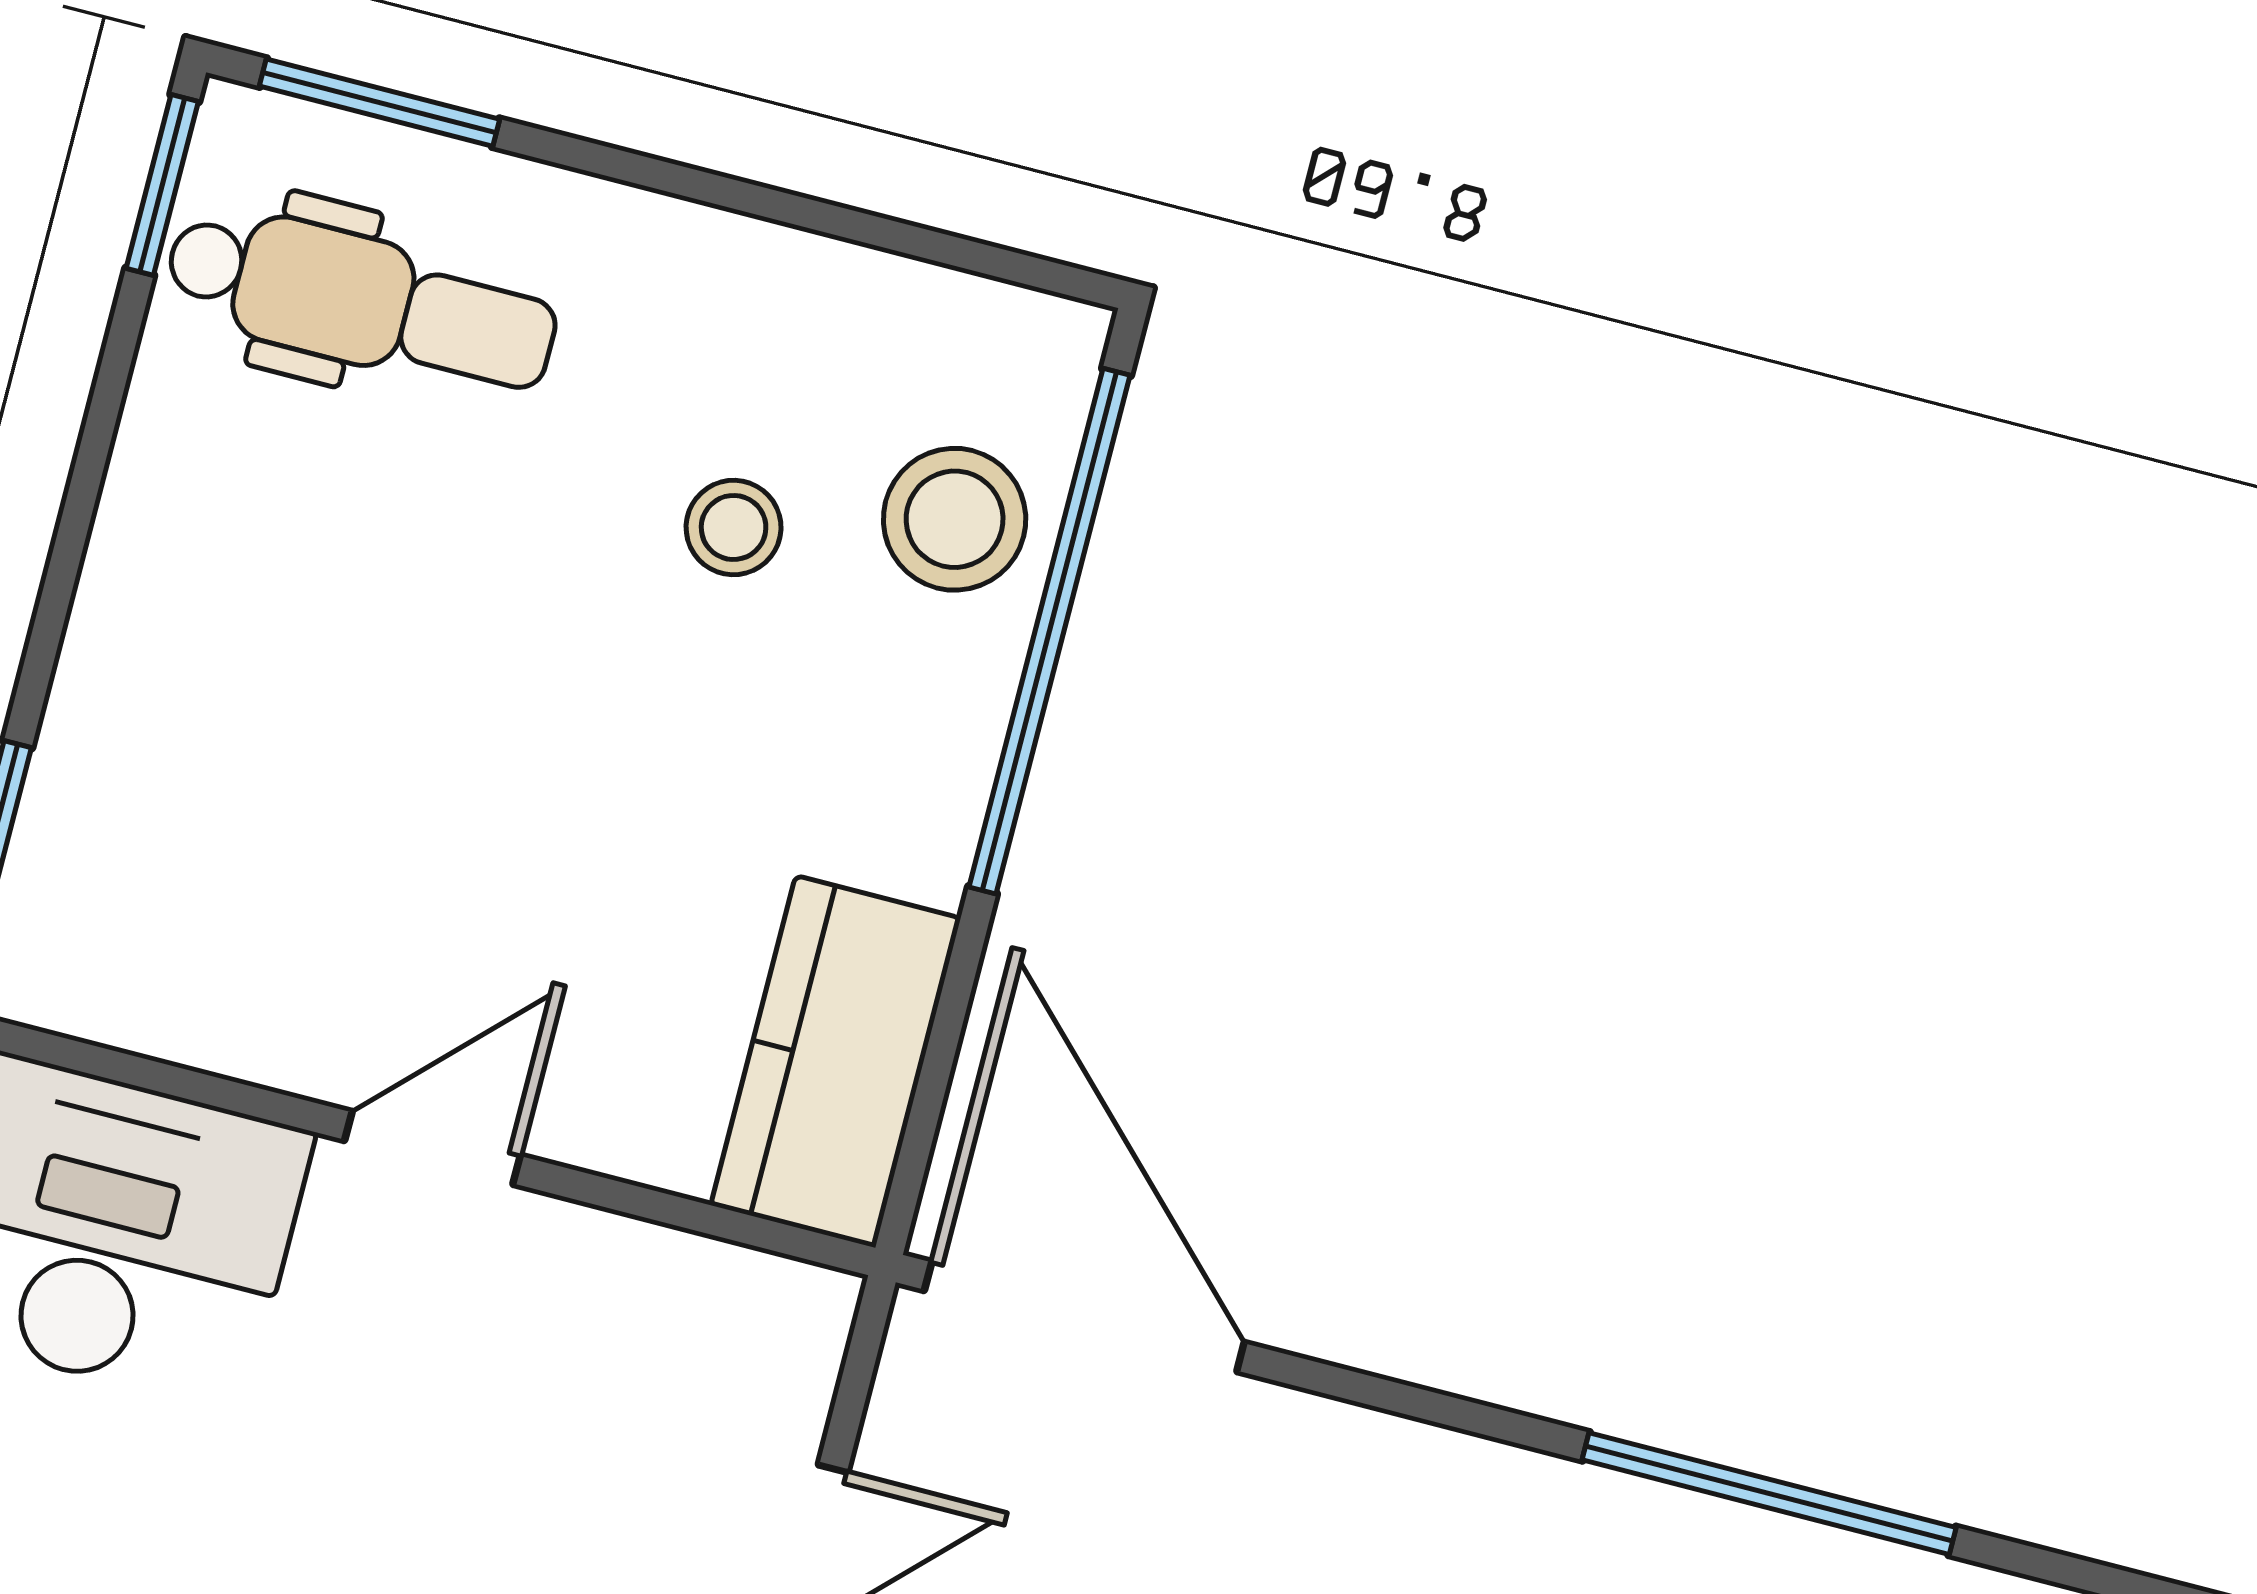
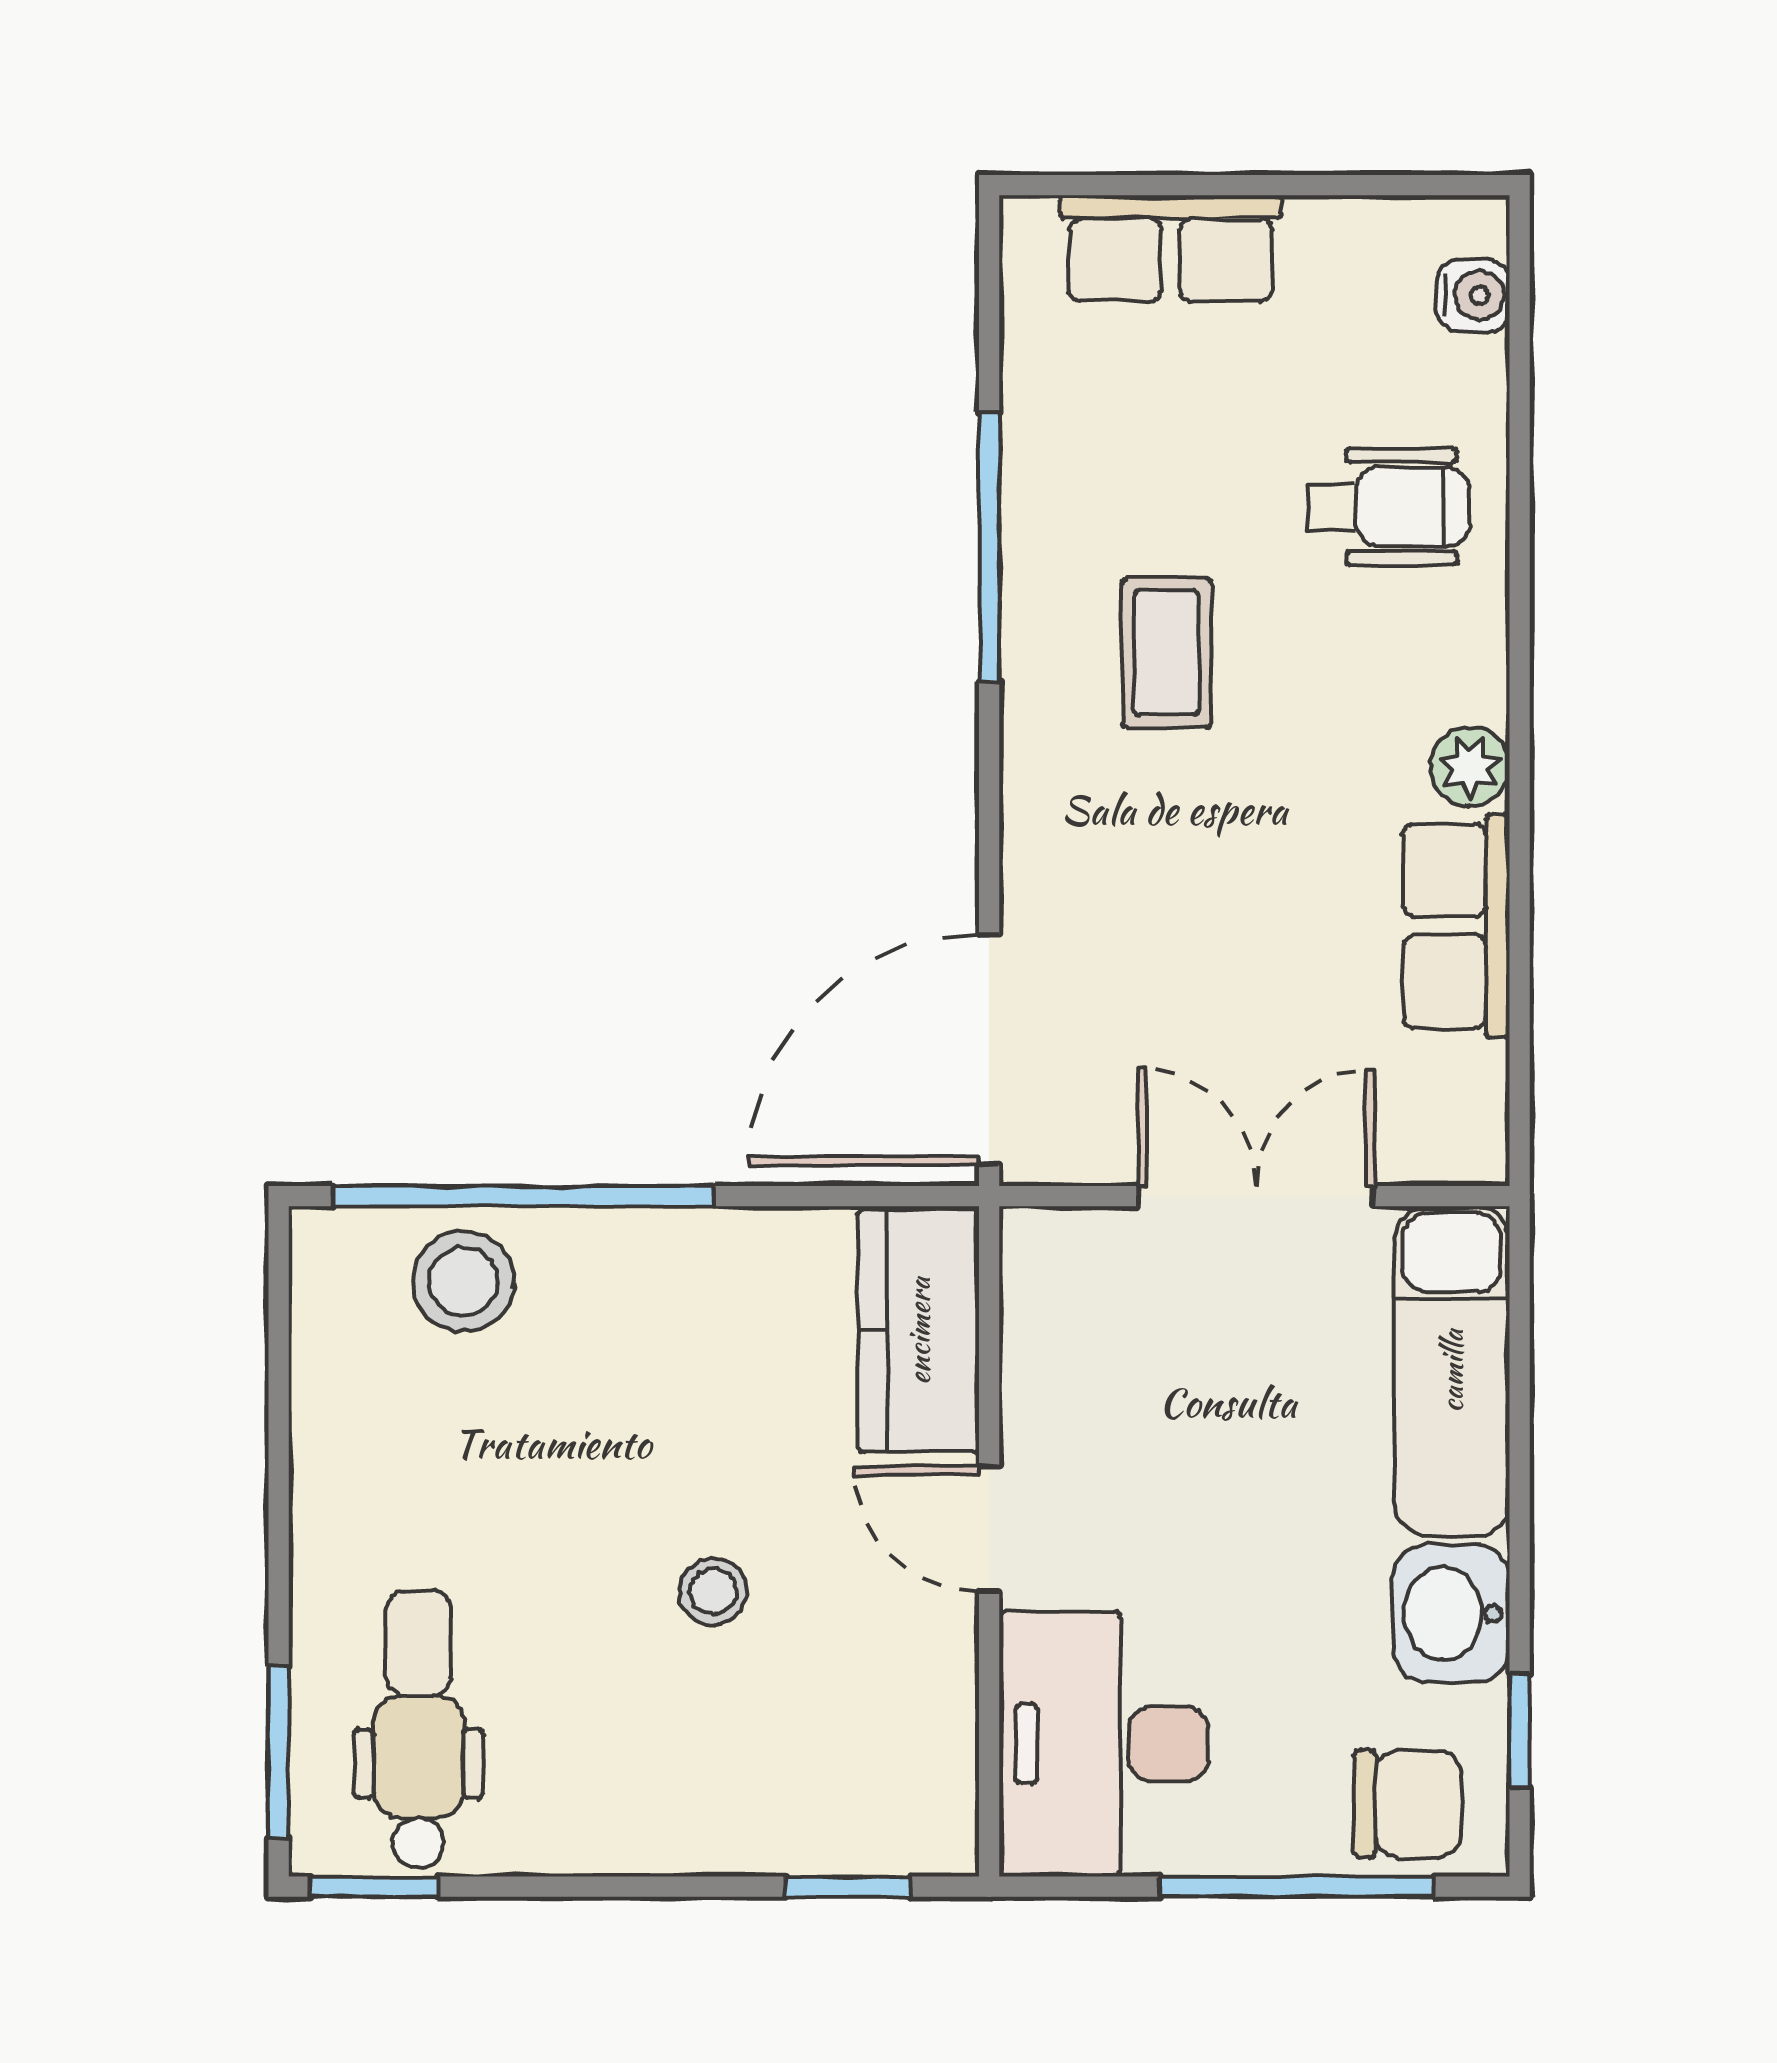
stool: (734, 527) -> (713, 1591), moved
kitchen counter: (836, 1062) -> (919, 1331), moved, turned 90

